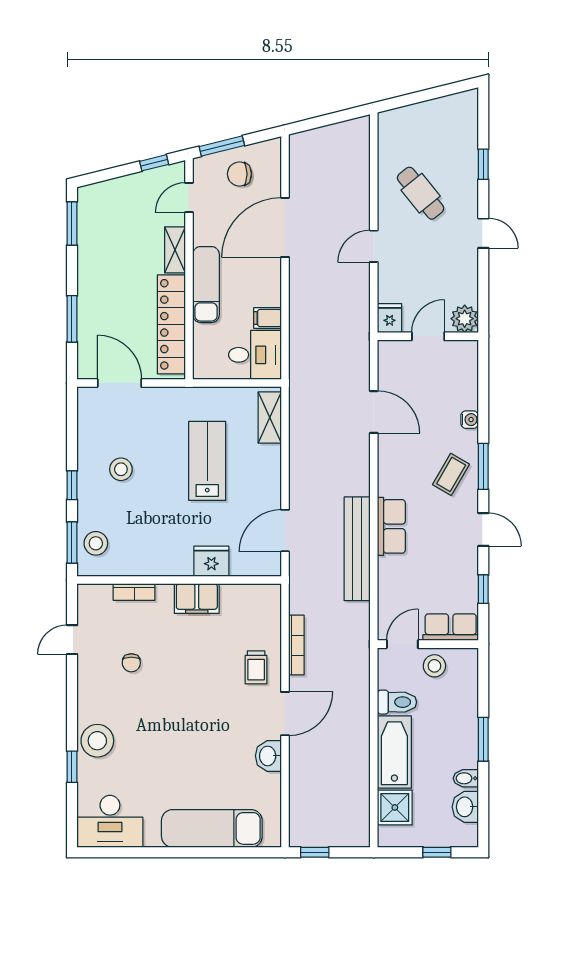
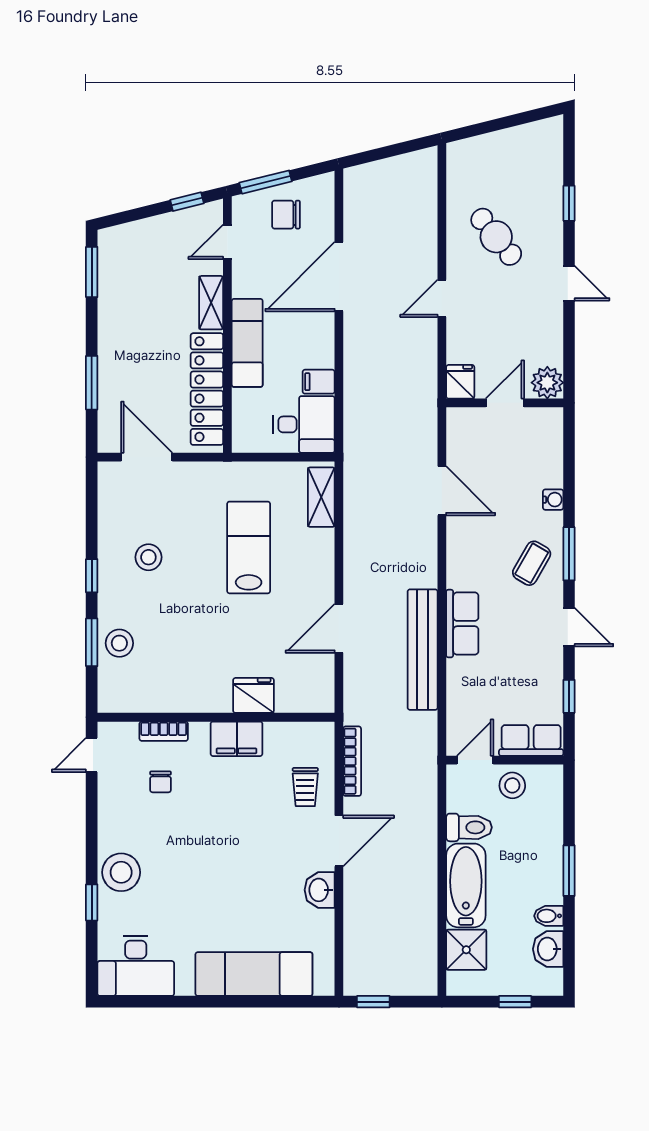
fridge: (211, 561) -> (253, 695), moved
wall: (179, 580) -> (216, 717), moved
bookcase: (134, 592) -> (164, 731), moved
filing cabinet: (197, 599) -> (237, 739), moved

